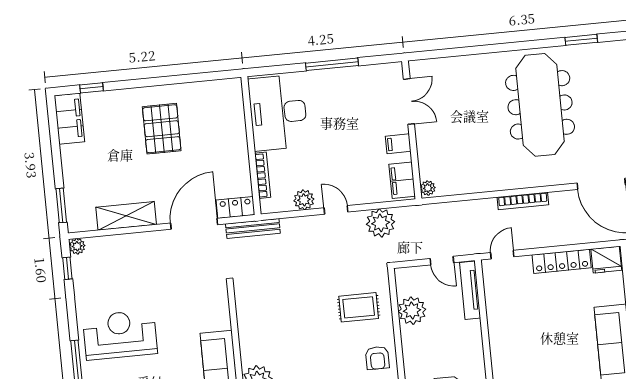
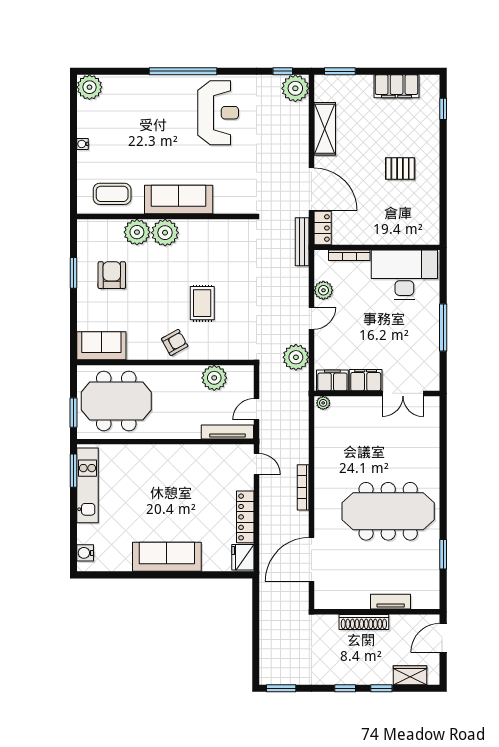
filing cabinet: (69, 119) -> (397, 86), moved
pallet: (162, 129) -> (400, 168), width x0.67, depth x0.71
filing cabinet: (398, 144) -> (366, 380), width x2.00
plant: (77, 246) -> (295, 88), width x1.87, depth x1.87
rug: (359, 307) -> (202, 303), moved
armchair: (377, 358) -> (175, 342), turned 151

